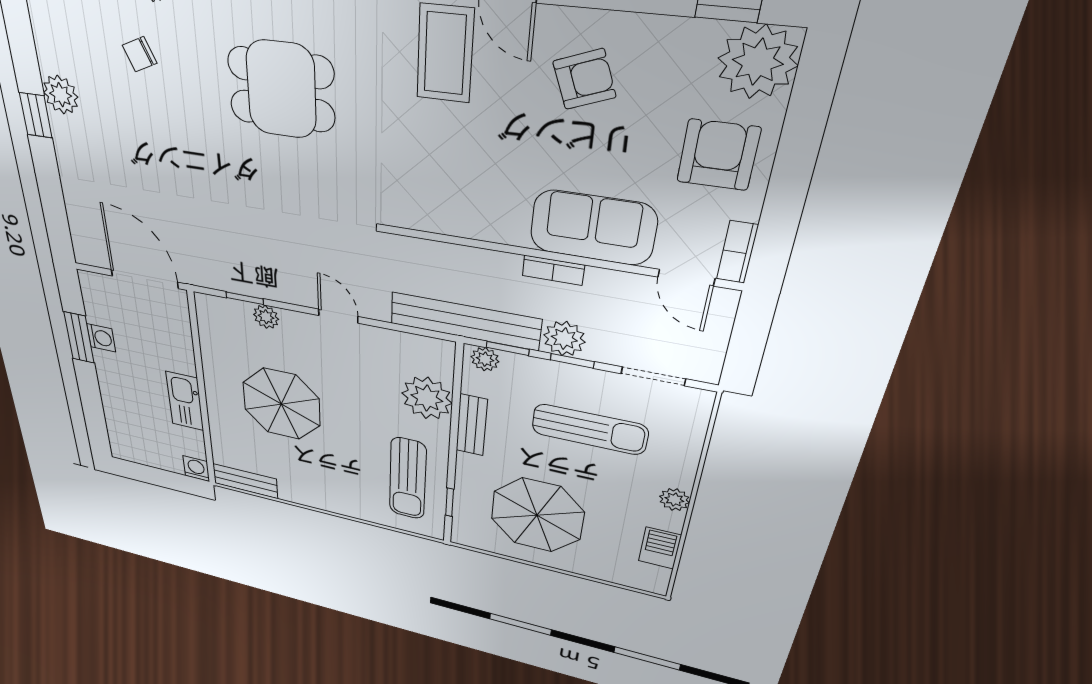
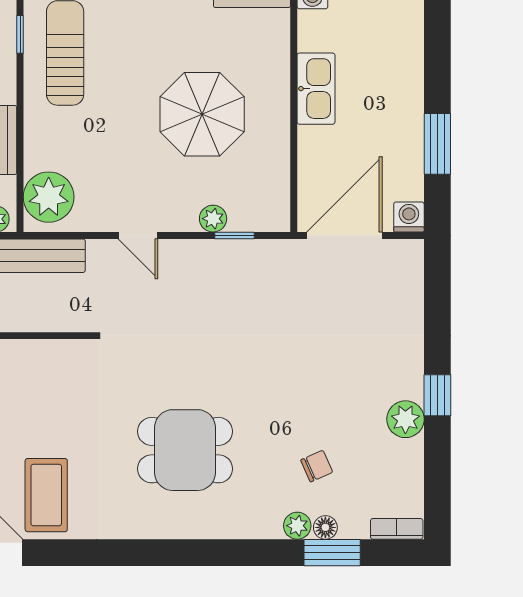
door: (145, 279) -> (344, 235), swing flipped
washing machine: (101, 338) -> (409, 217), moved, turned 90
plant: (427, 398) -> (49, 197), moved

